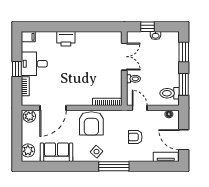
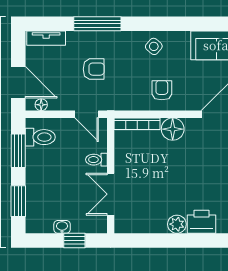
plant: (82, 37) -> (177, 224), added
floor lamp: (84, 98) -> (173, 129), added
armchair: (91, 123) -> (162, 90), width x0.53, depth x0.53
door: (184, 140) -> (18, 82), moved
window: (114, 166) -> (97, 24), moved

